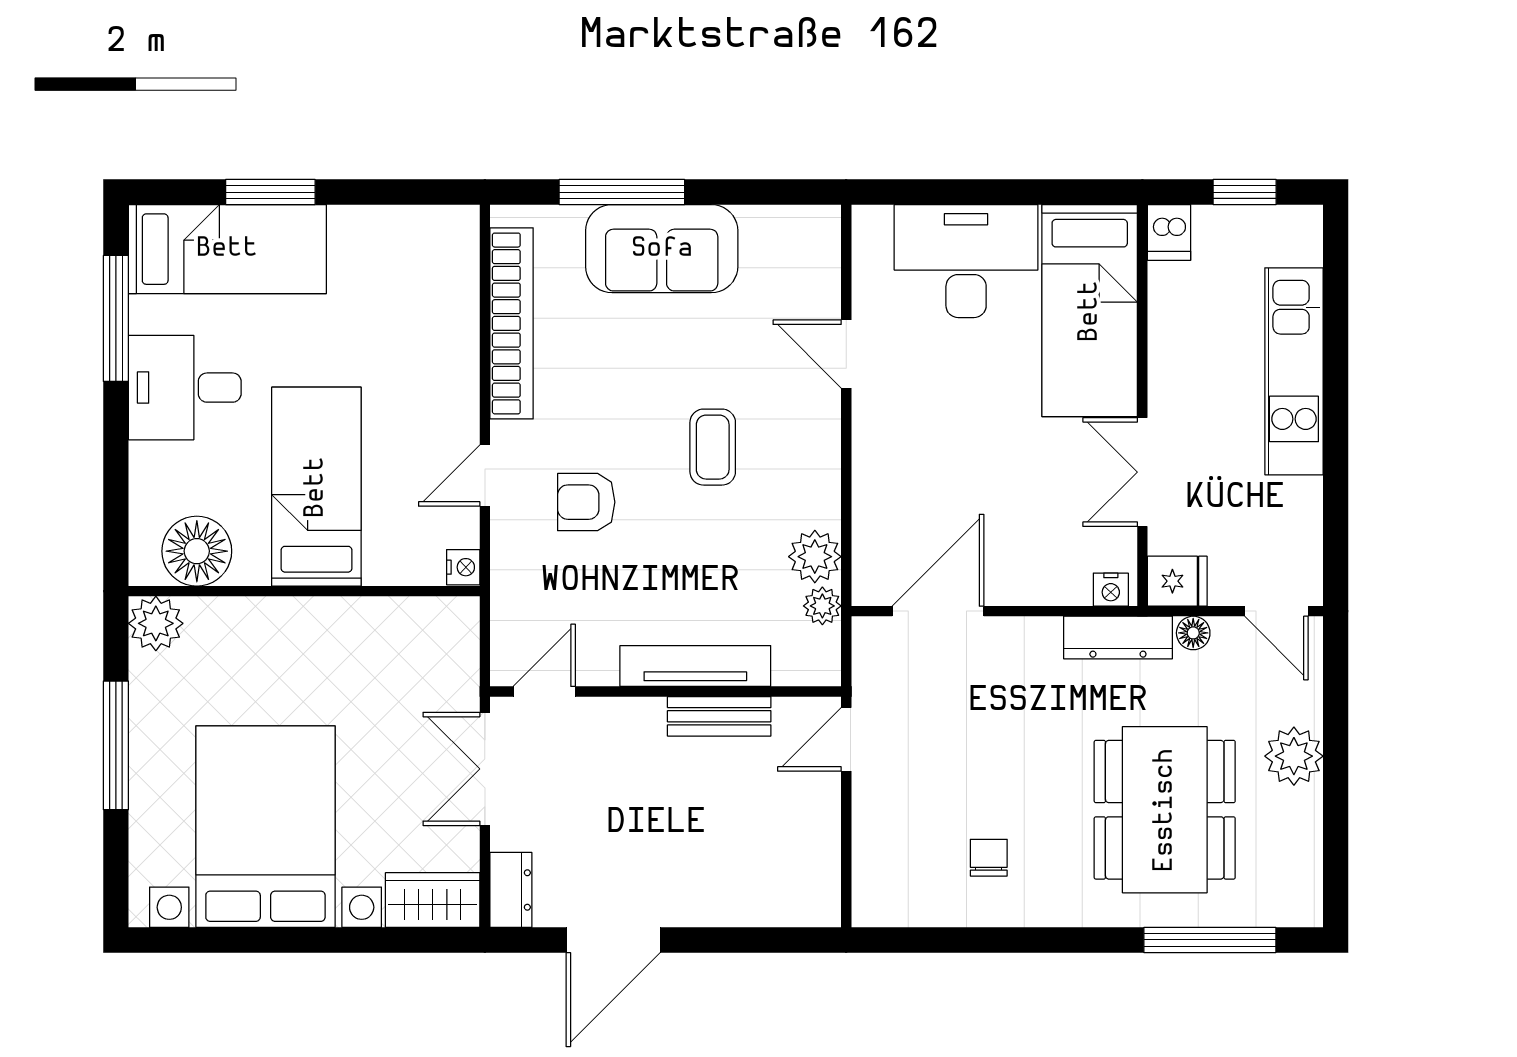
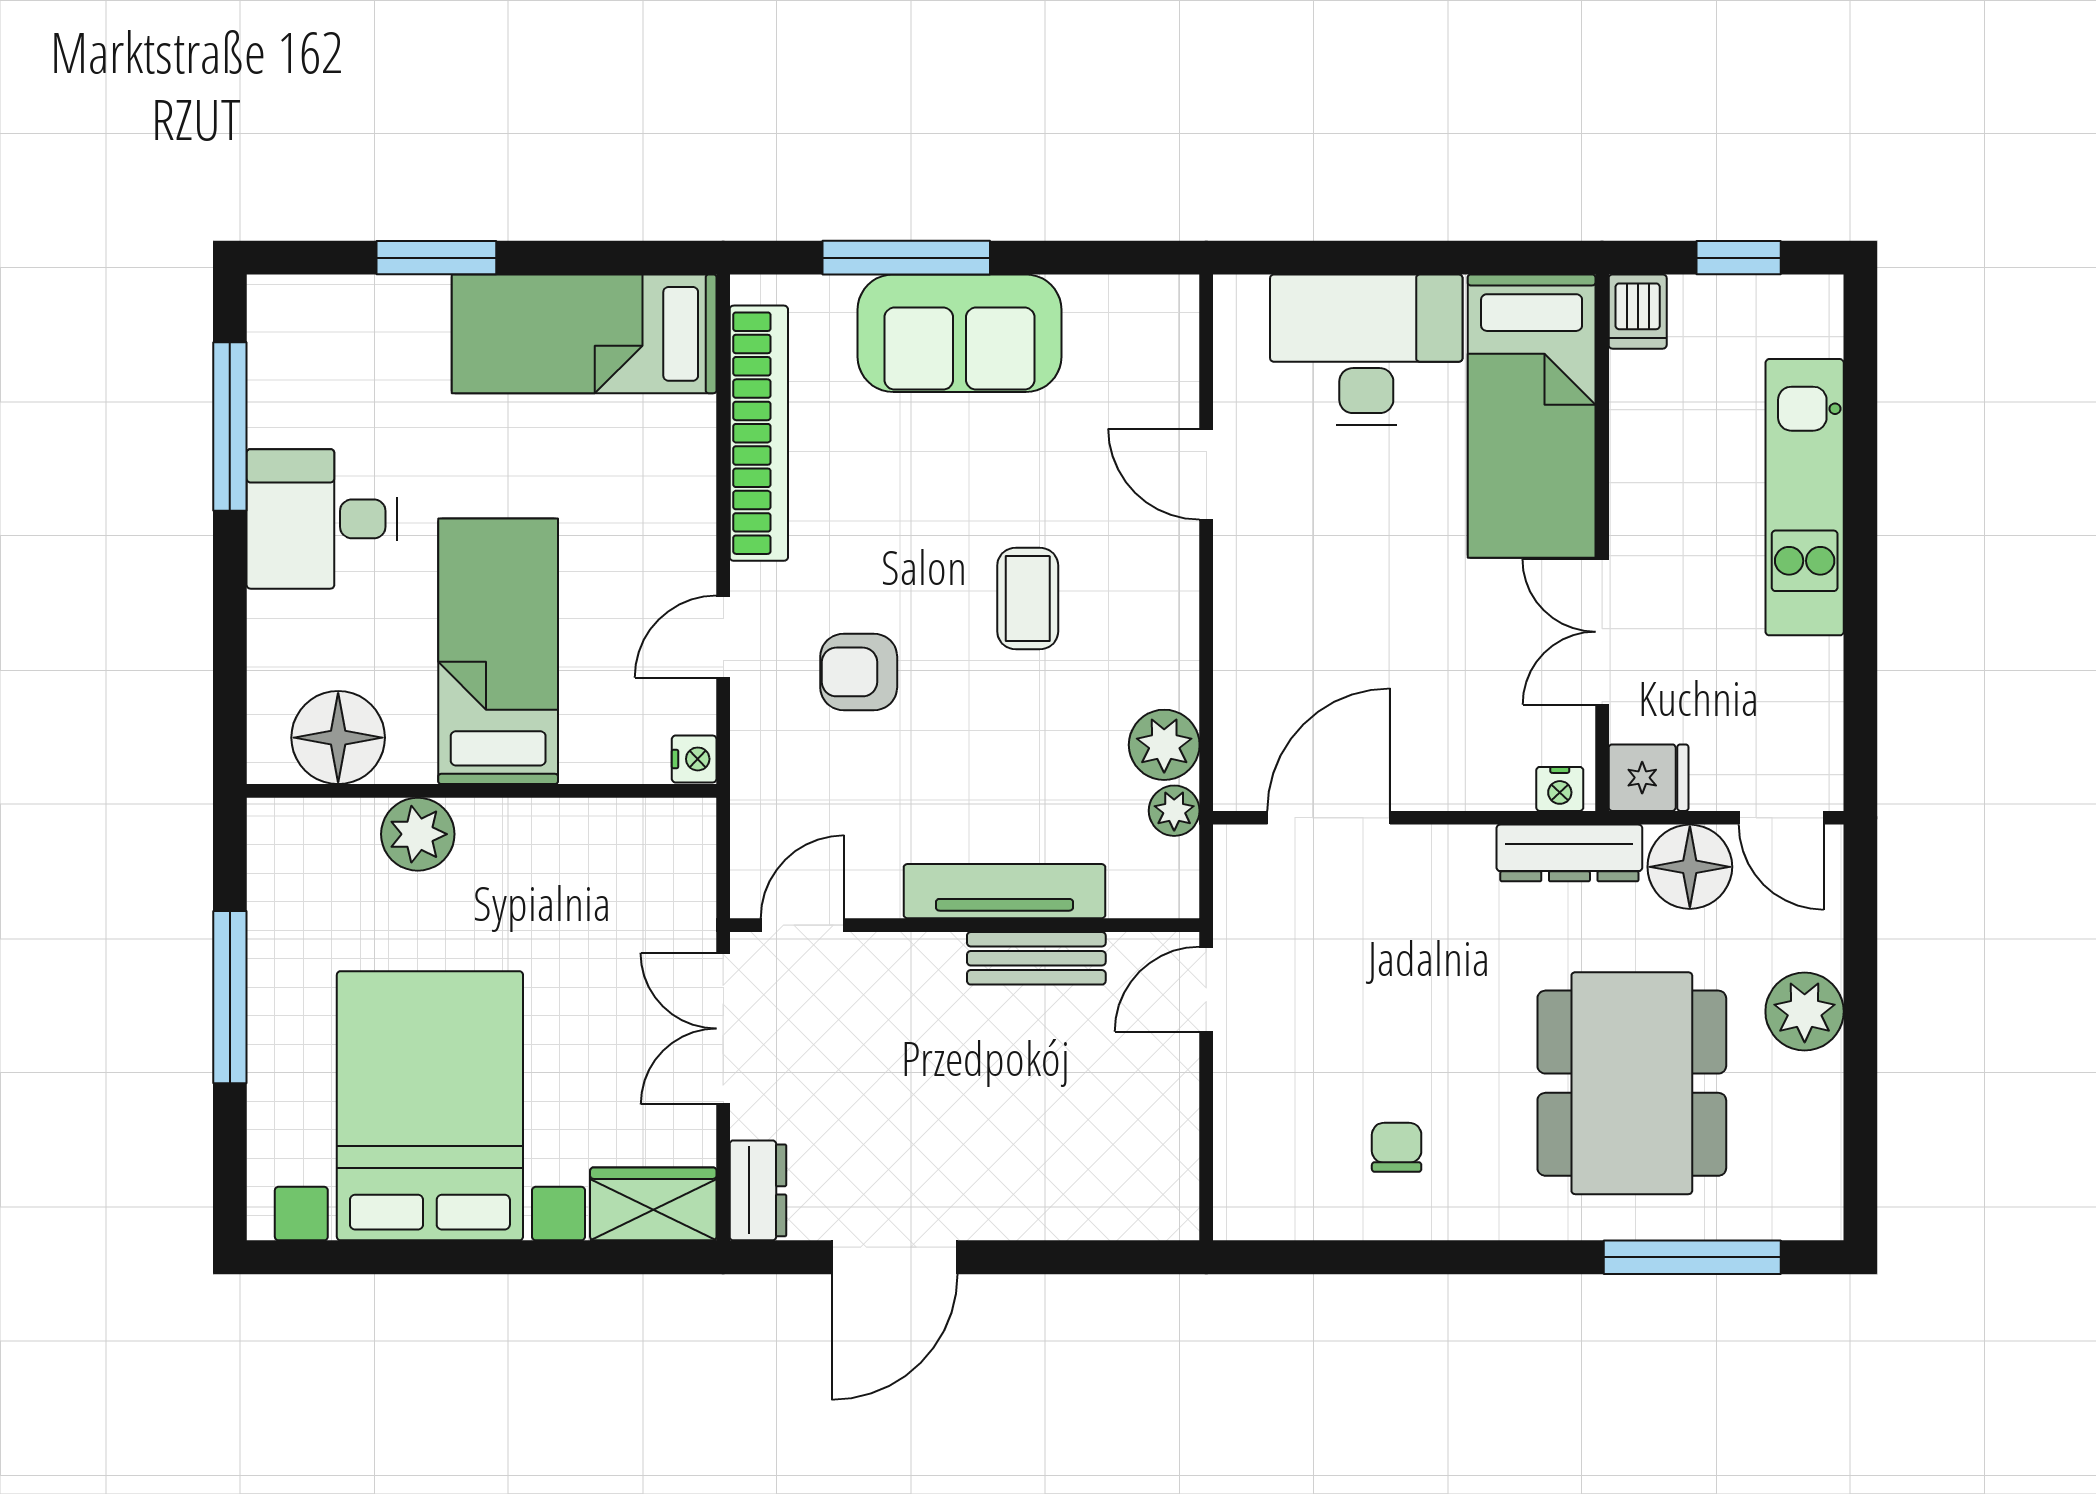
bed: (227, 249) -> (584, 334), moved, turned 180
plant: (156, 623) -> (418, 834), moved
floor lamp: (1193, 633) -> (1690, 867), width x1.89, depth x1.89

